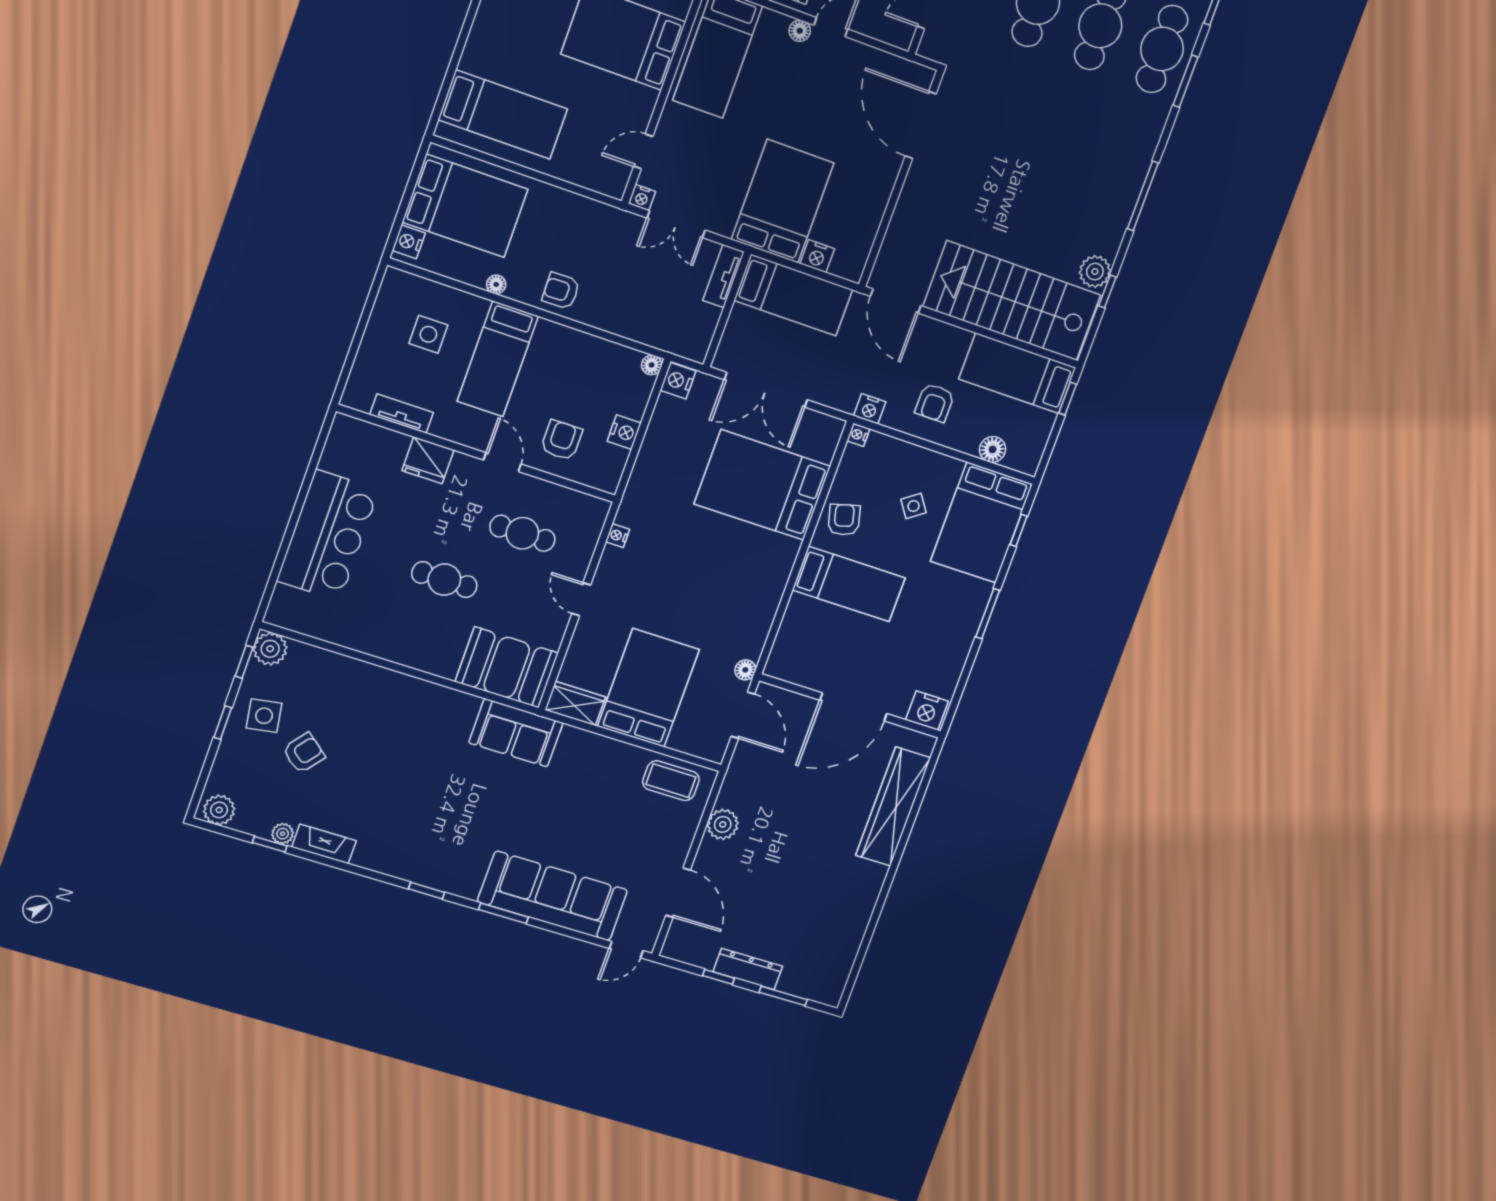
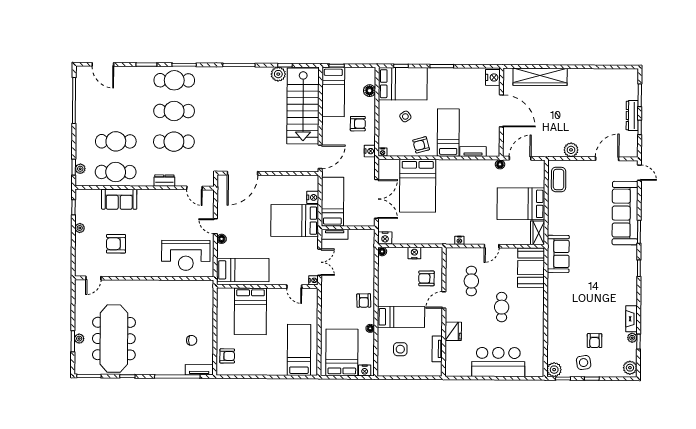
tv unit: (792, 623) -> (473, 152), added
armchair: (304, 753) -> (595, 341), turned -129

